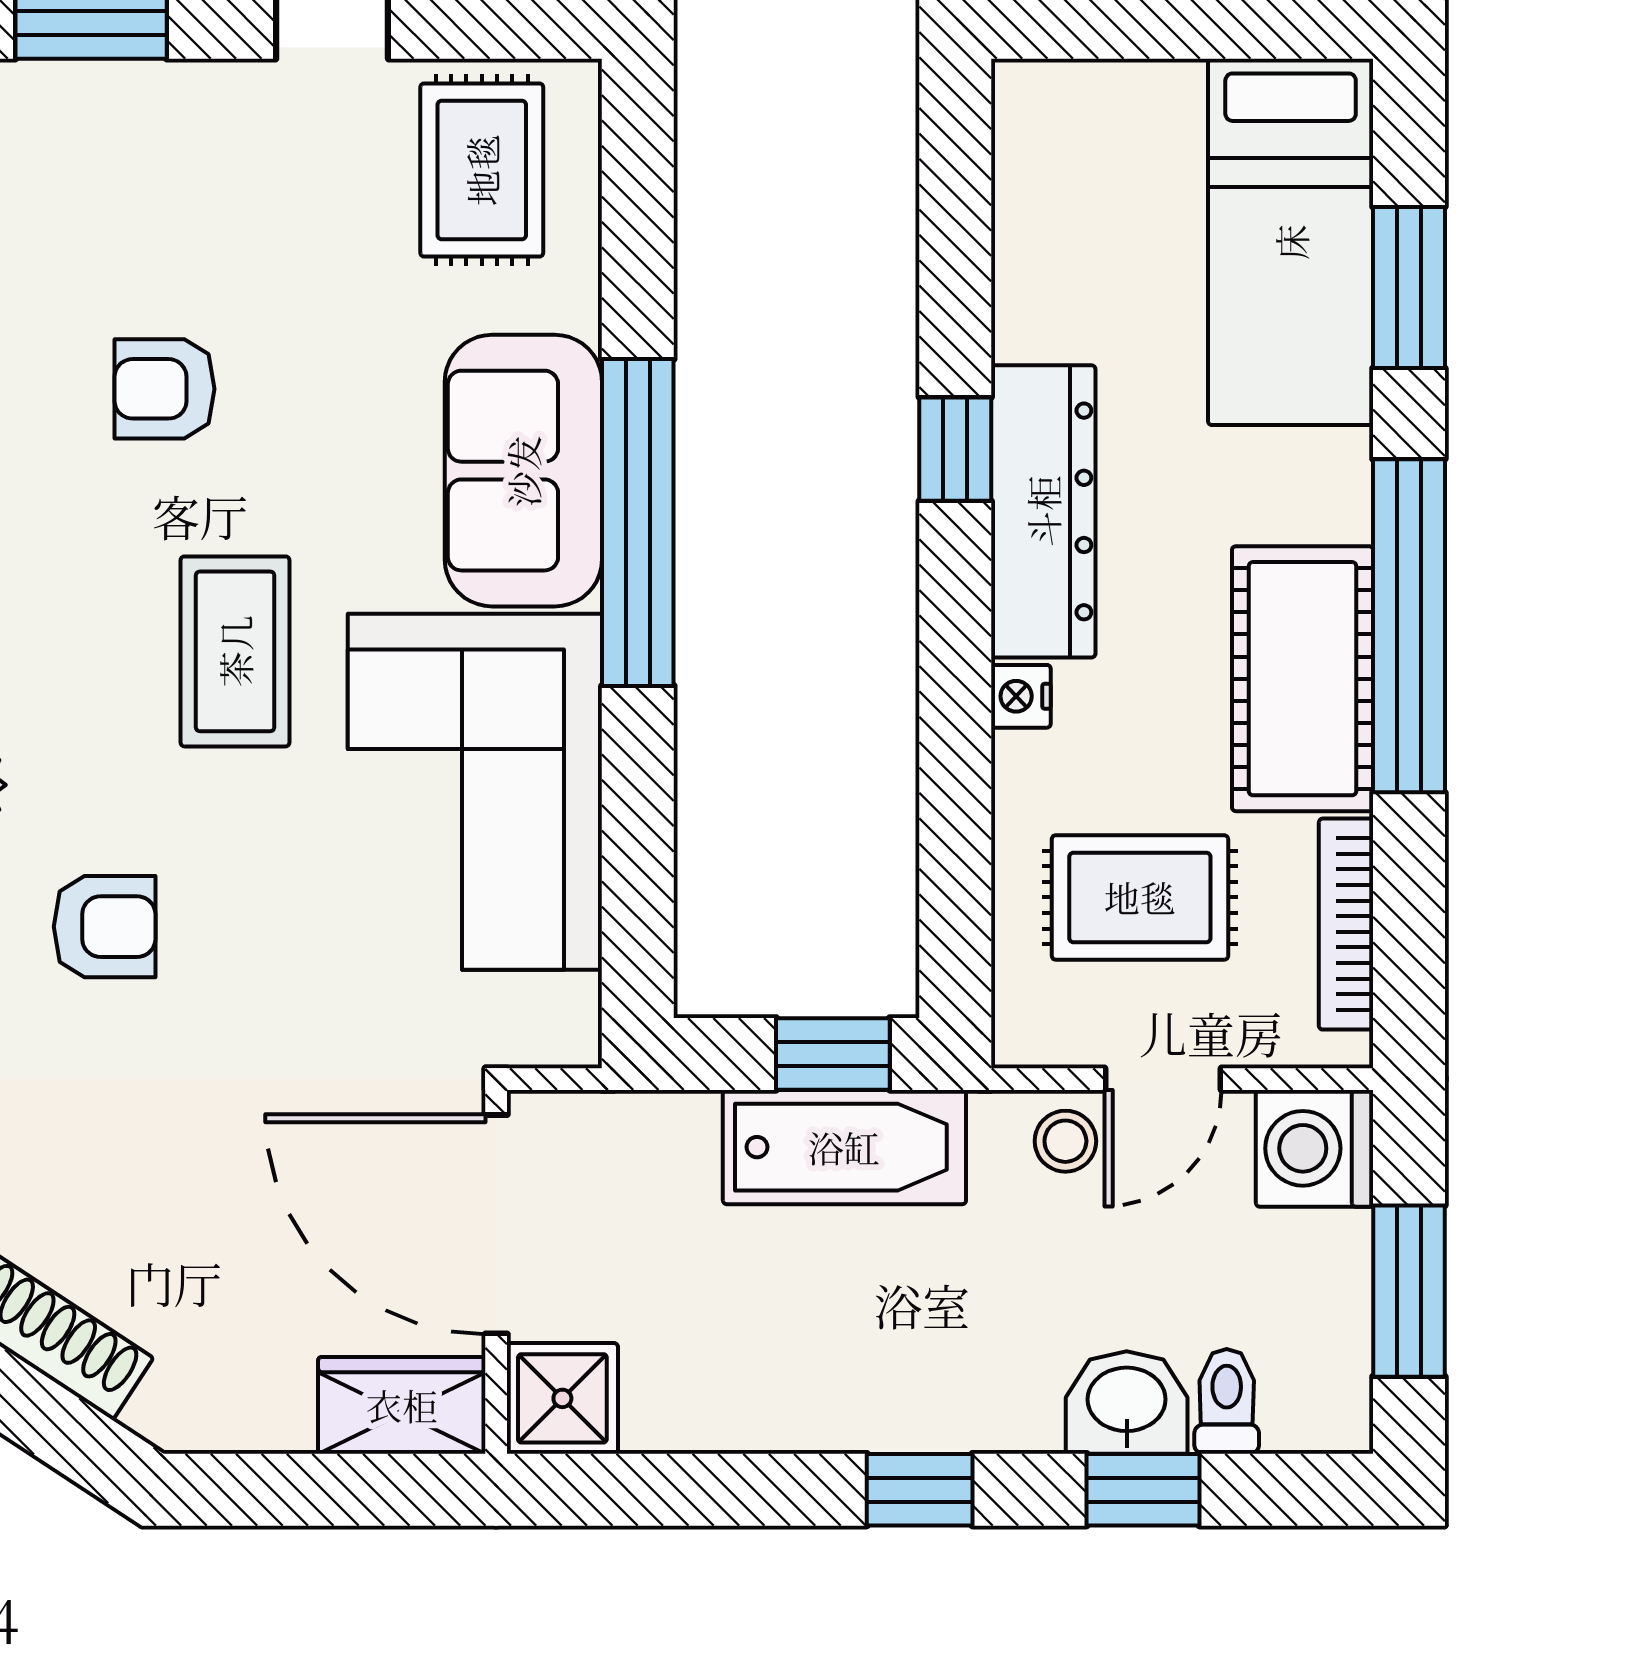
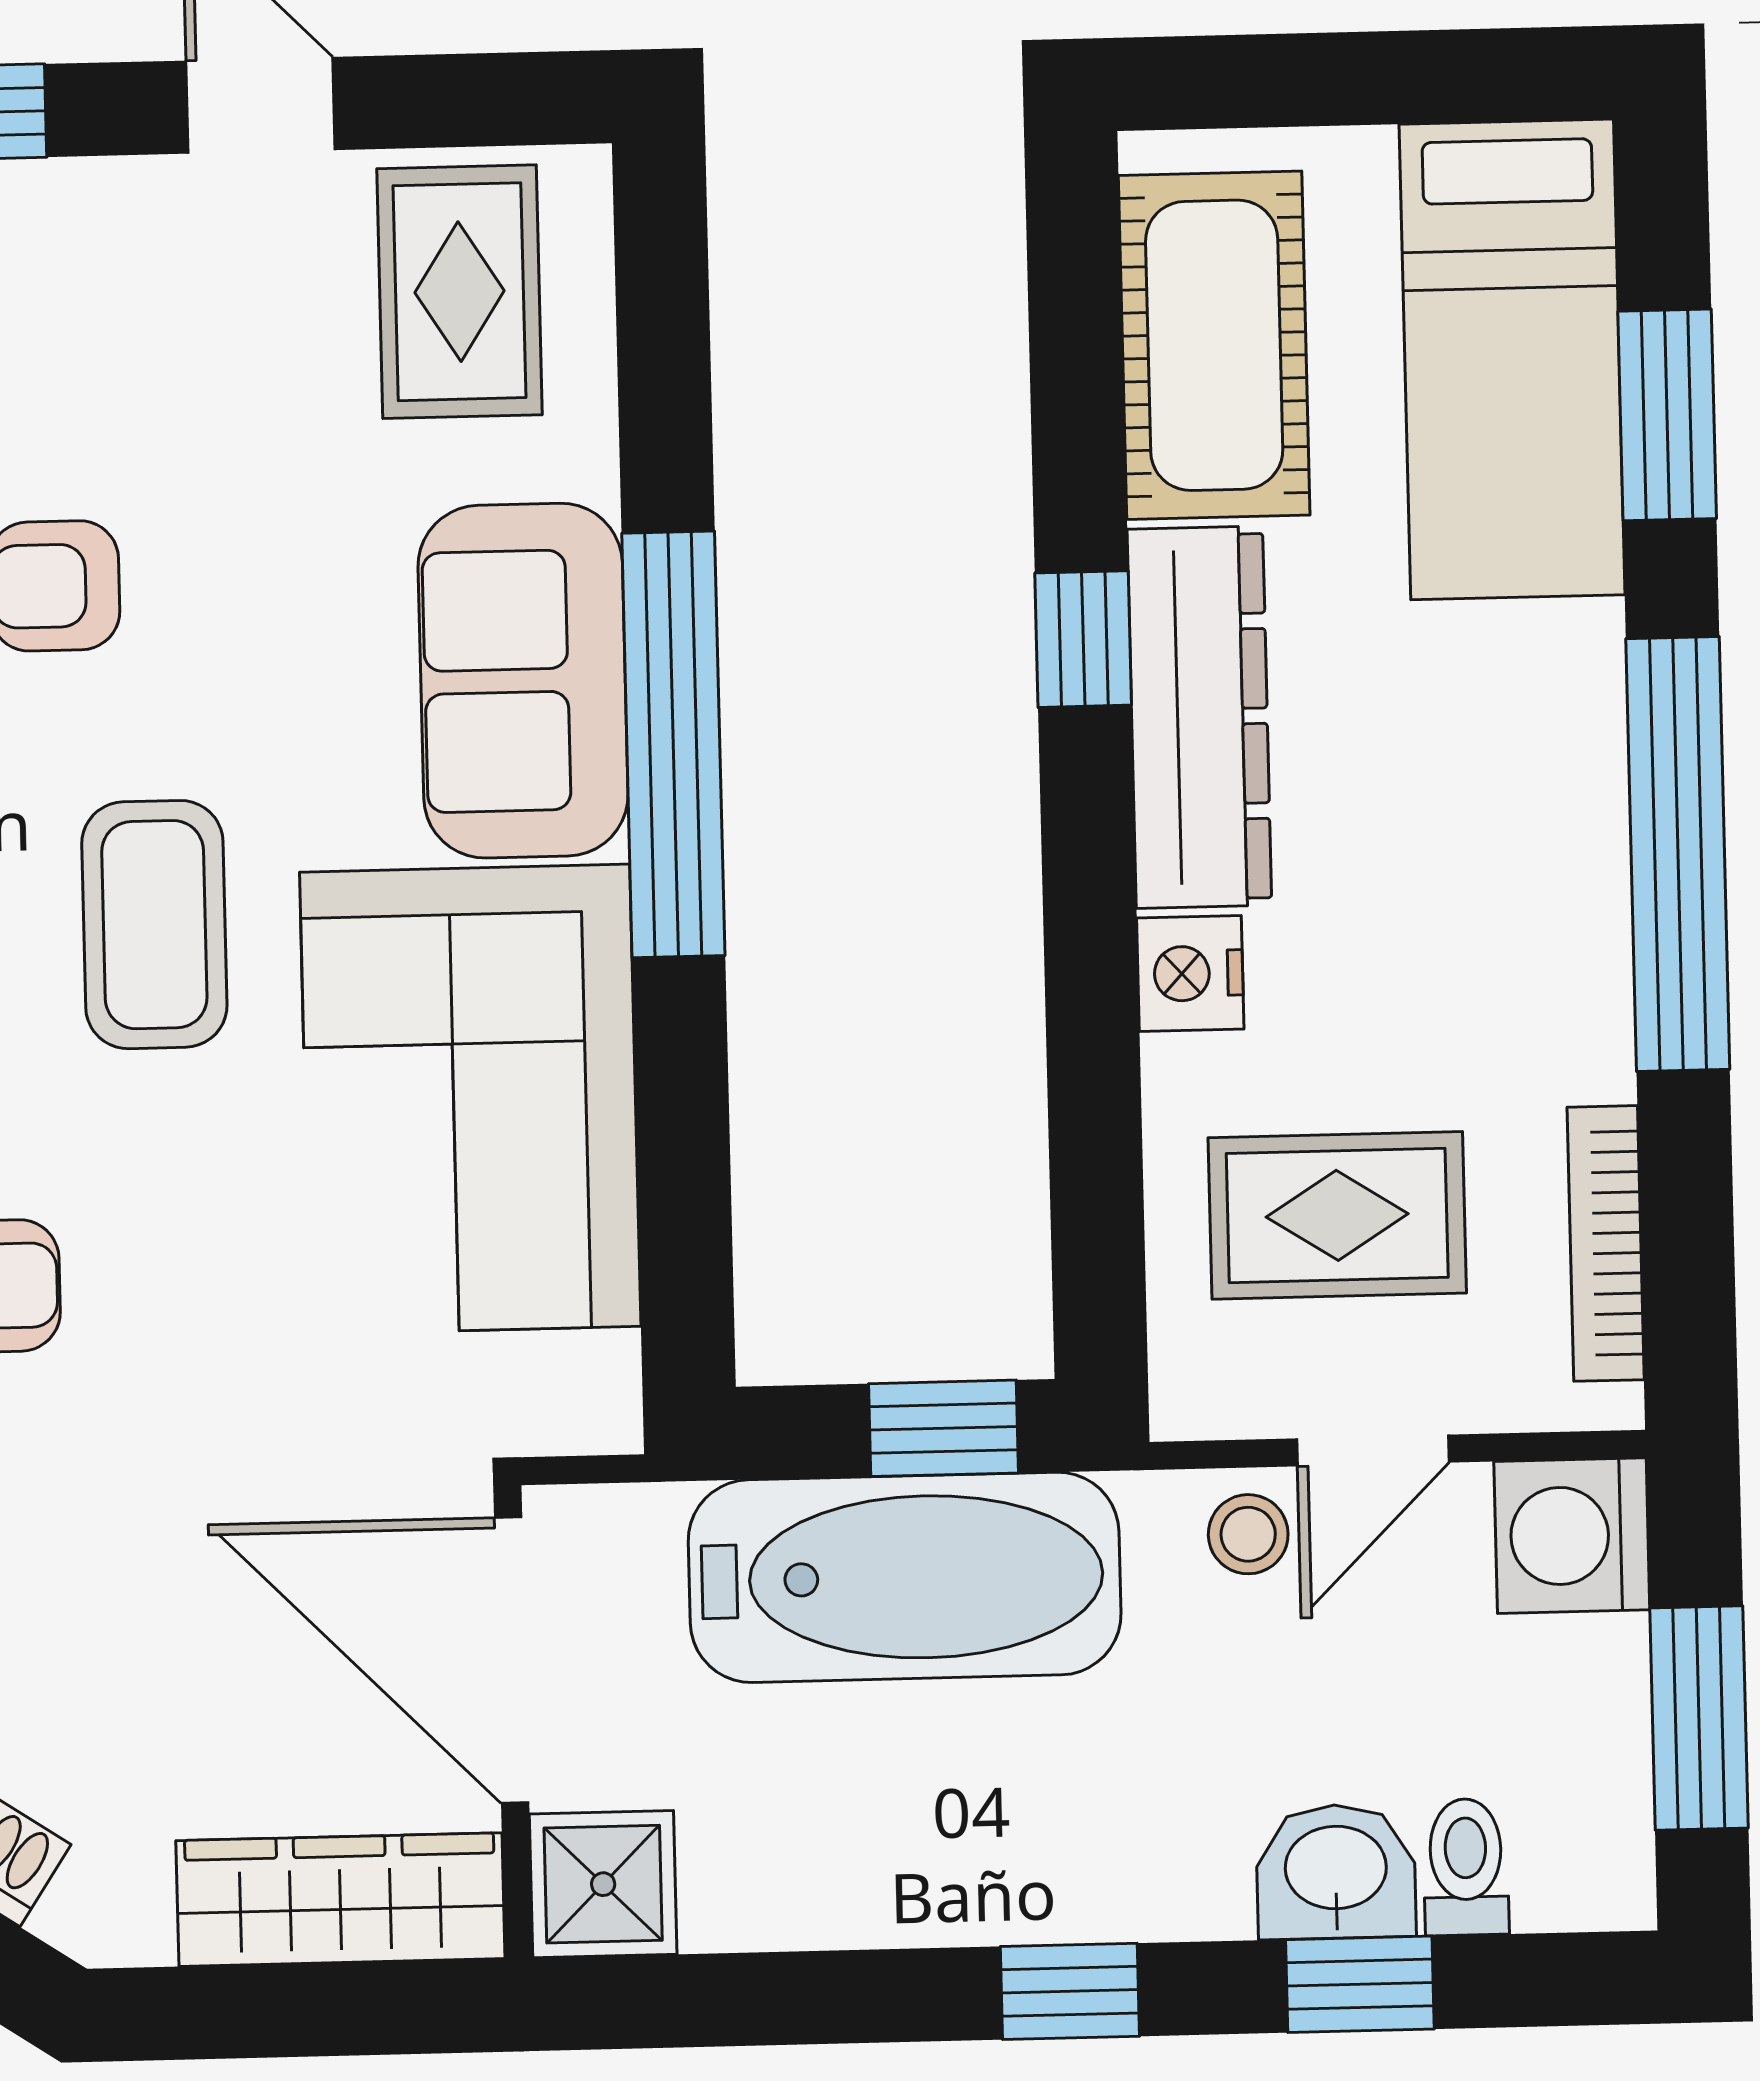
cot: (1303, 679) -> (1214, 345), moved
nightstand: (1021, 696) -> (1190, 973), width x1.39, depth x1.35
bathtub: (844, 1147) -> (905, 1577), width x1.36, depth x1.36
wardrobe: (402, 1405) -> (340, 1900), width x1.50

